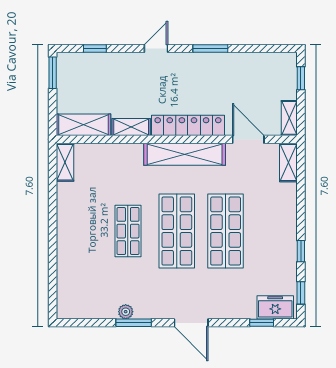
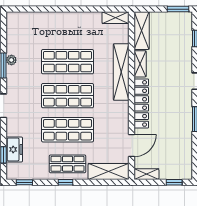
shelving: (185, 154) -> (121, 72), moved
shelving: (288, 162) -> (109, 172), width x1.50, depth x1.33
shop shelf: (128, 231) -> (68, 62), width x1.43, depth x1.36
shop shelf: (274, 231) -> (68, 164), added
window: (301, 251) -> (66, 182), moved
freezer: (275, 307) -> (14, 149), moved

